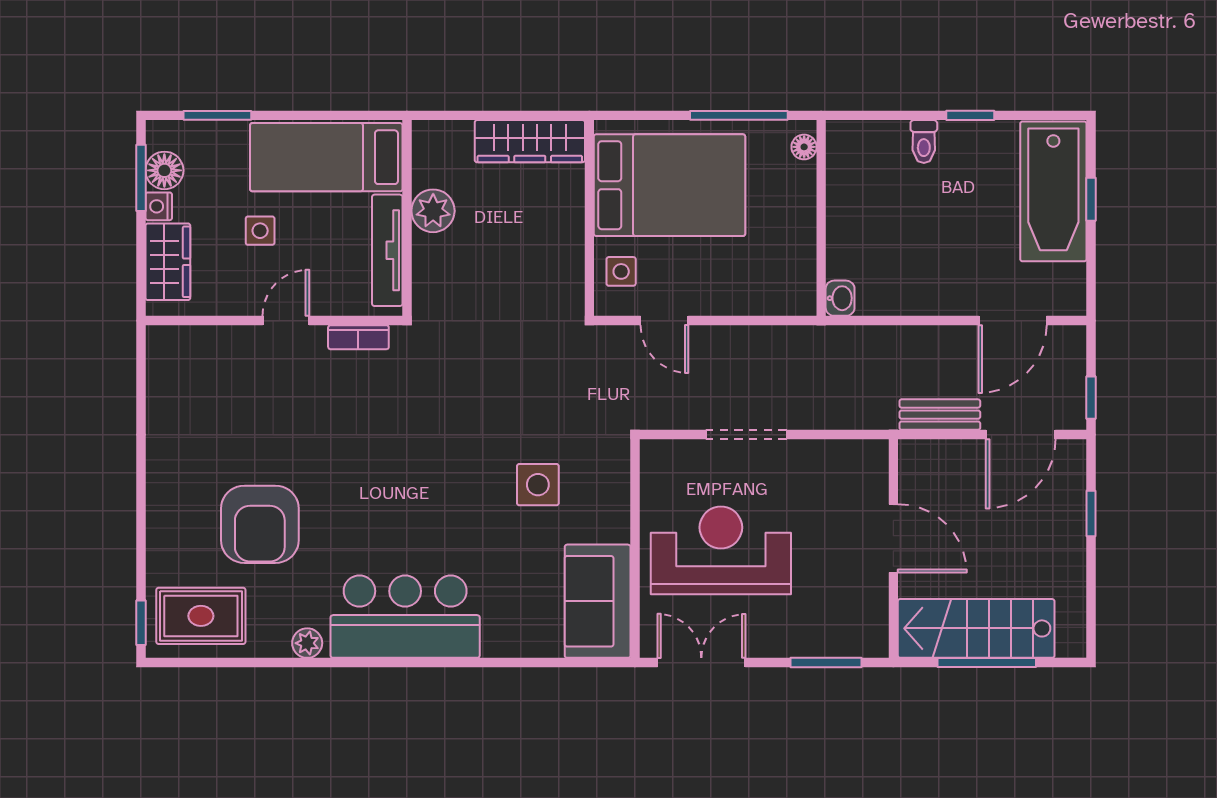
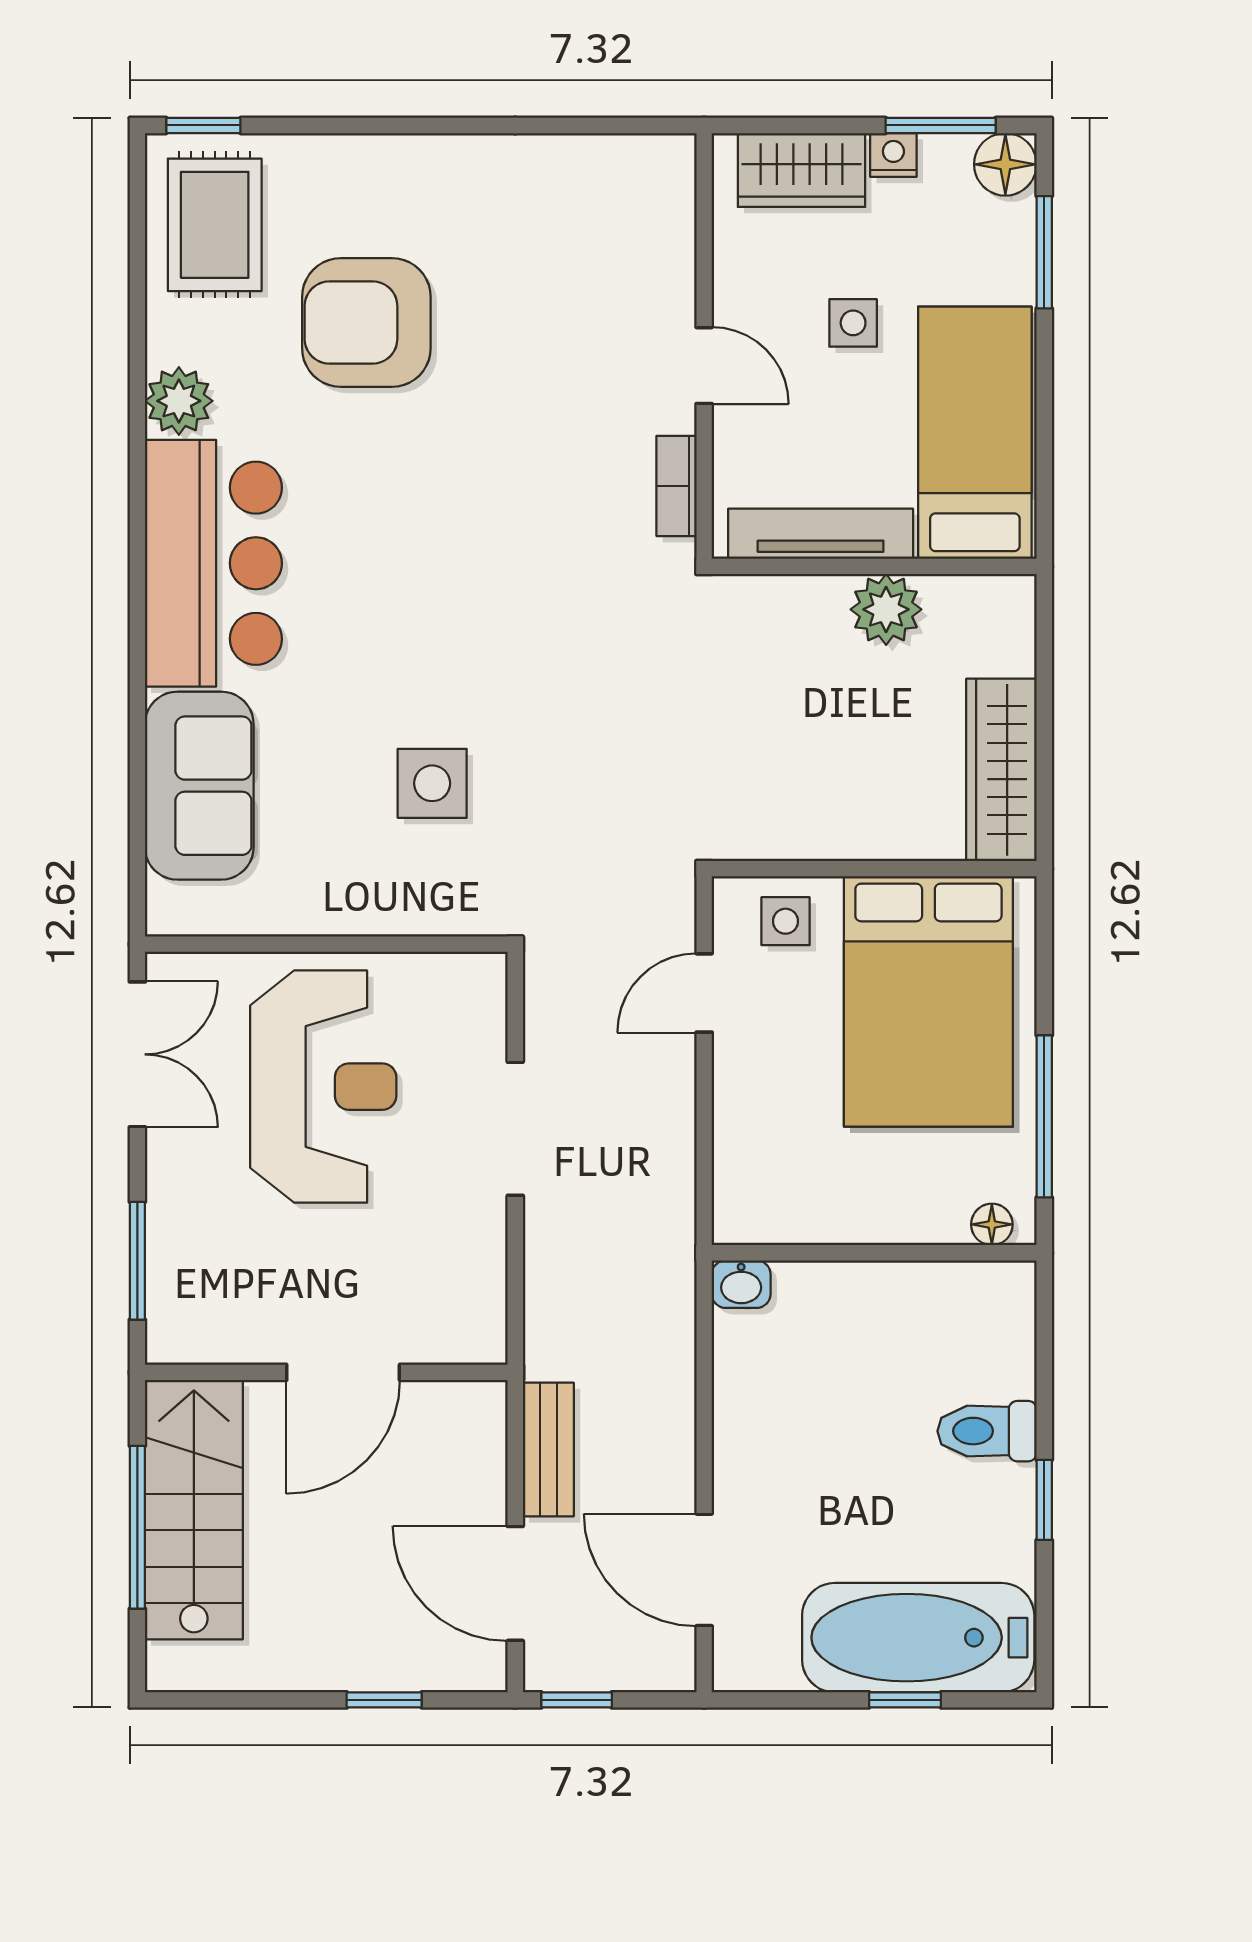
toilet: (924, 142) -> (987, 1431), width x1.37, depth x1.39
floor lamp: (164, 170) -> (1005, 164), moved
sofa: (598, 601) -> (199, 786), moved, turned 90
plant: (307, 643) -> (179, 401), width x1.38, depth x1.38

